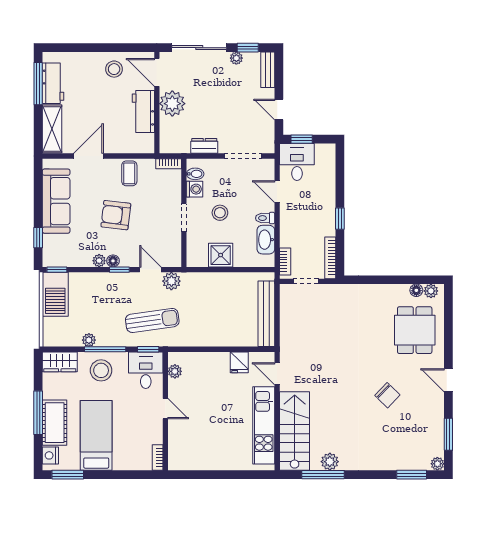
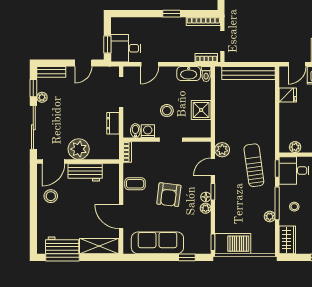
toilet: (265, 218) -> (206, 74), moved
stool: (101, 370) -> (294, 207), width x0.53, depth x0.53

